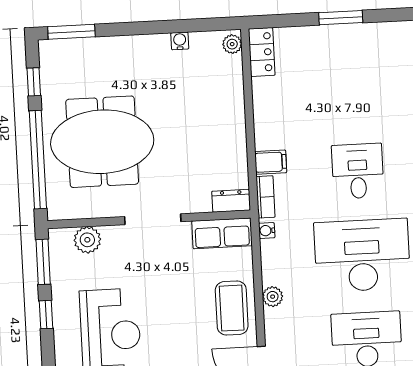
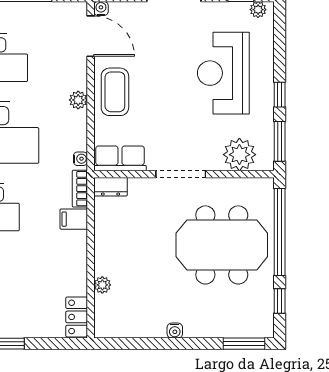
water cooler: (180, 41) -> (175, 331), moved
plant: (232, 44) -> (102, 285), moved
plant: (87, 240) -> (239, 155), width x1.36, depth x1.36

